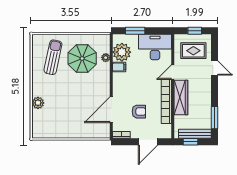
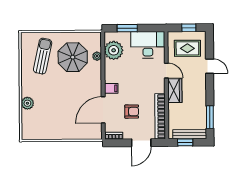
filing cabinet: (119, 67) -> (111, 88), moved
door: (173, 72) -> (166, 71), swing flipped
wardrobe: (181, 97) -> (175, 91), width x0.67
bookcase: (166, 101) -> (160, 116), moved

